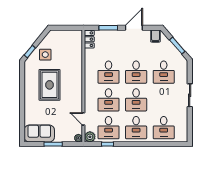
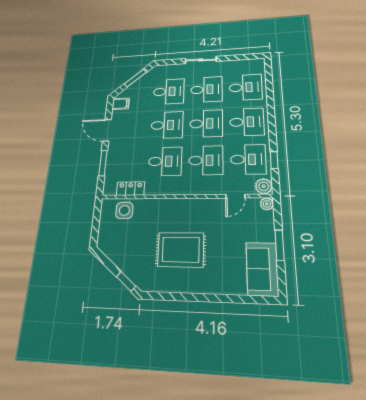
locker: (89, 39) -> (130, 189), moved
side table: (45, 55) -> (124, 210), moved
desk: (164, 100) -> (206, 89), added

